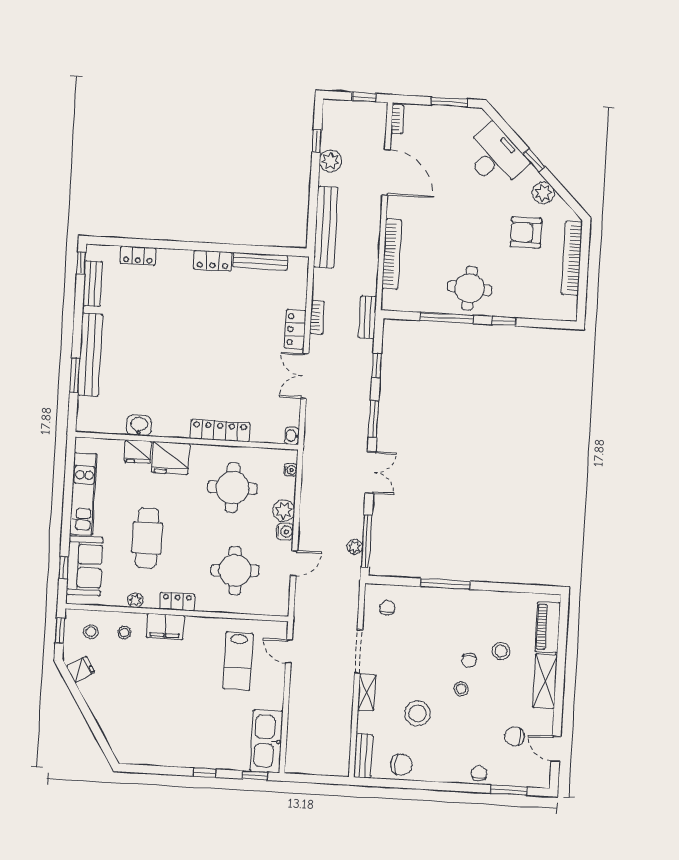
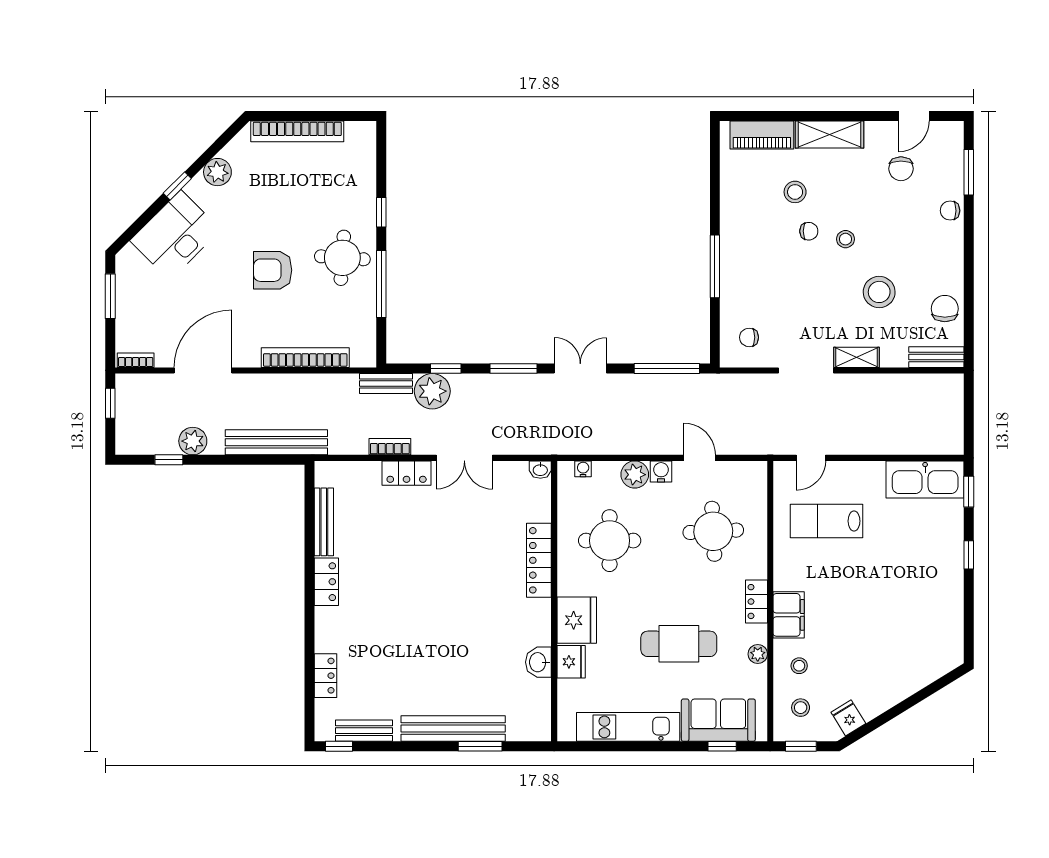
armchair: (526, 232) -> (273, 270), moved, turned 90
plant: (355, 547) -> (432, 391), moved, width x1.88, depth x1.88
lab bench: (238, 661) -> (827, 521), turned 180

